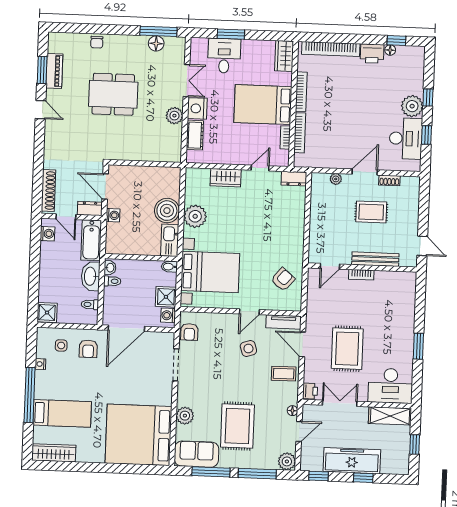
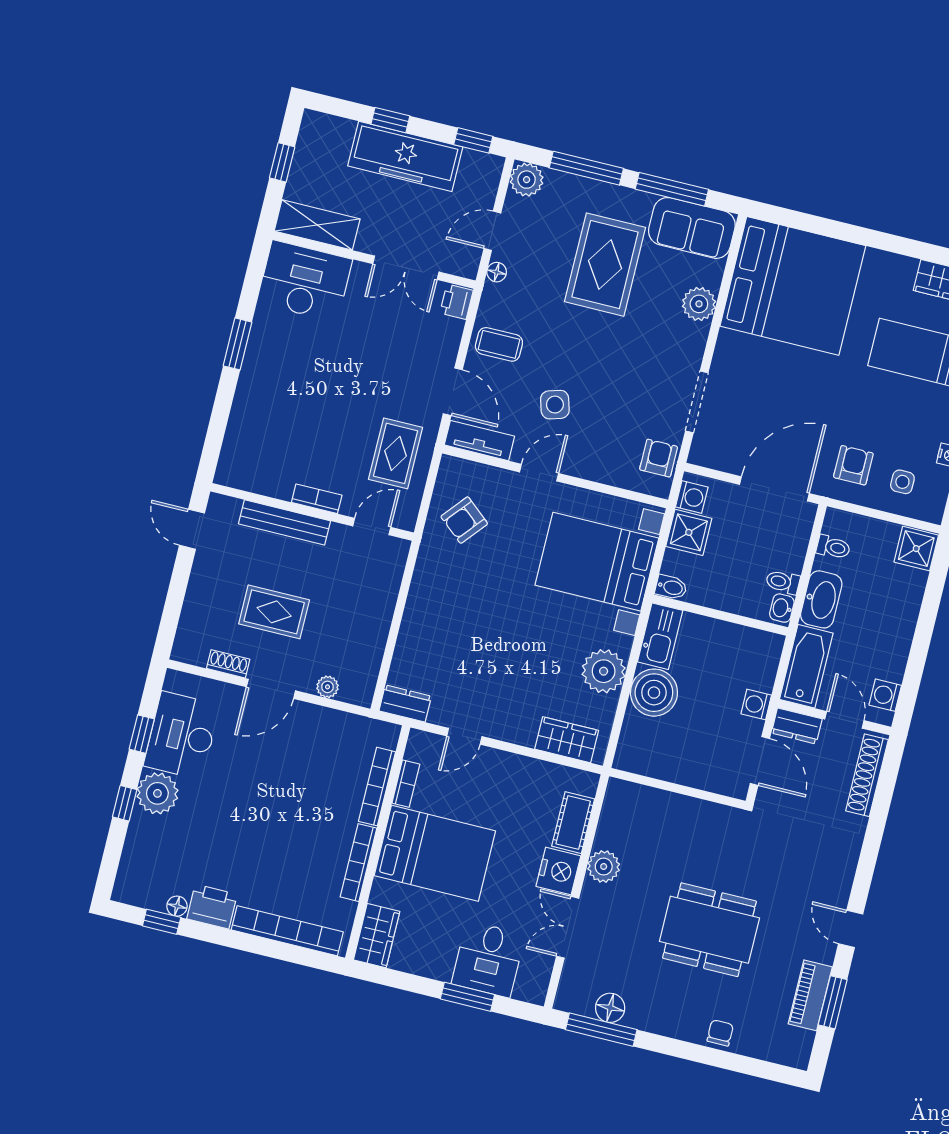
wardrobe: (226, 178) -> (567, 740), moved
rug: (347, 349) -> (396, 453), moved, width x0.73, depth x0.70

